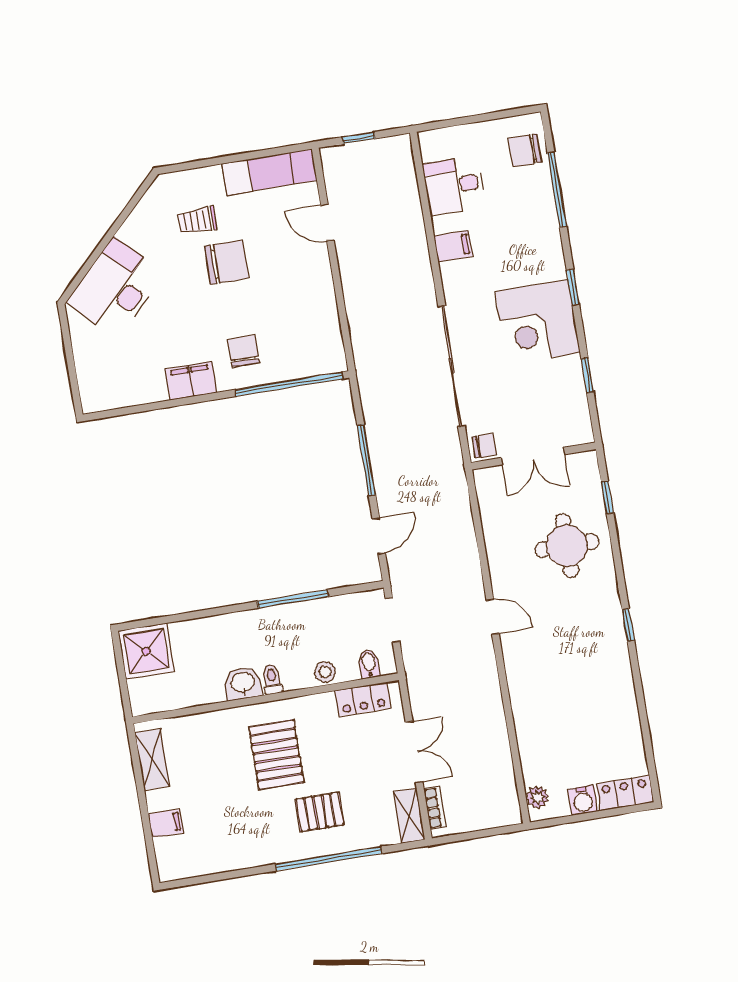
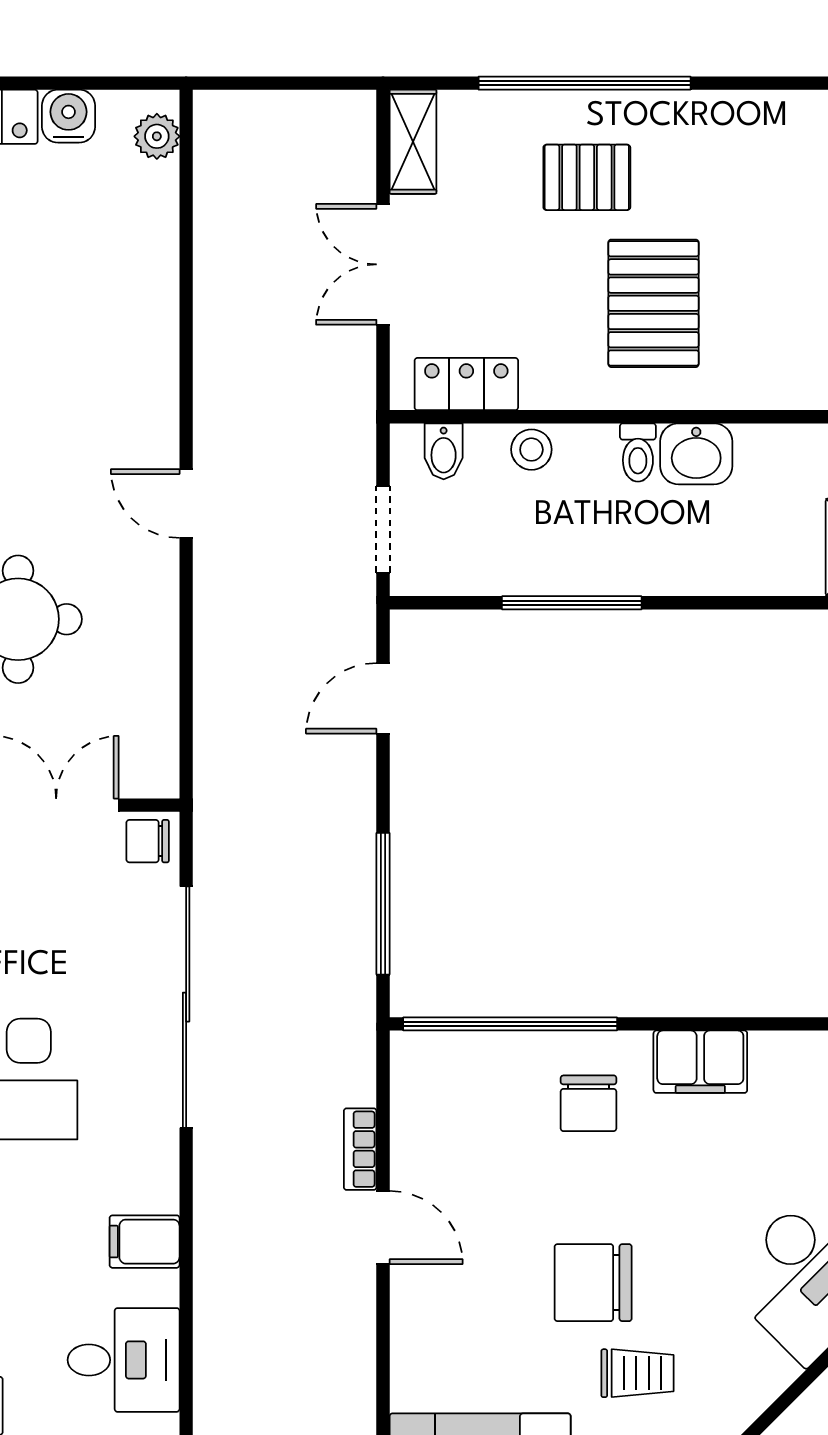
door: (327, 223) -> (383, 1228), moved
window: (366, 460) -> (383, 904), moved
bookcase: (435, 808) -> (360, 1149), moved

